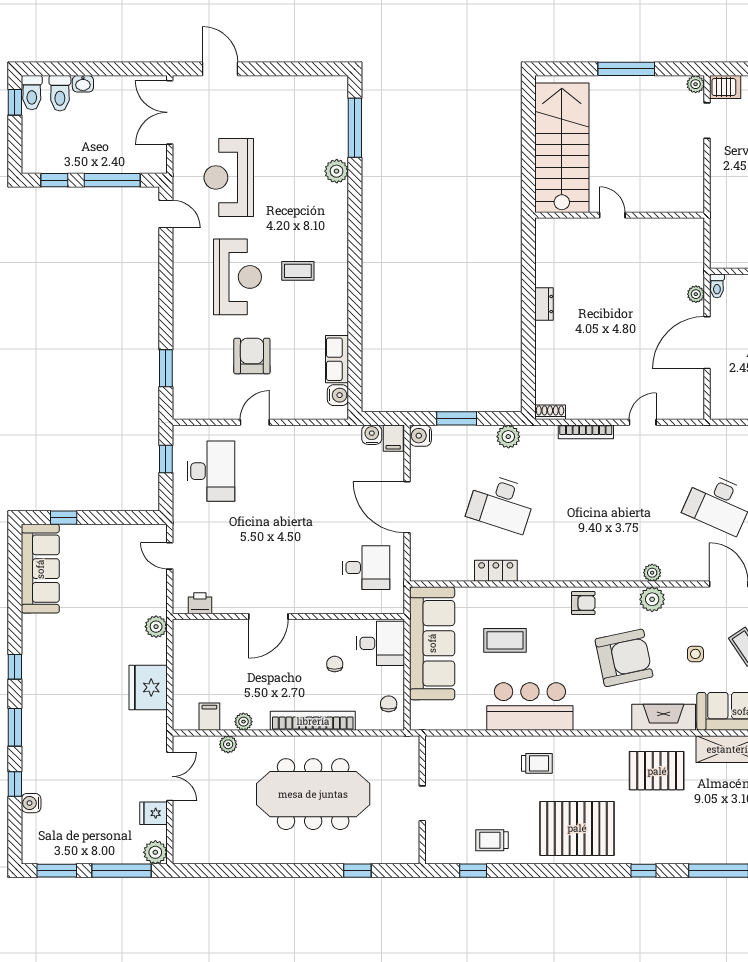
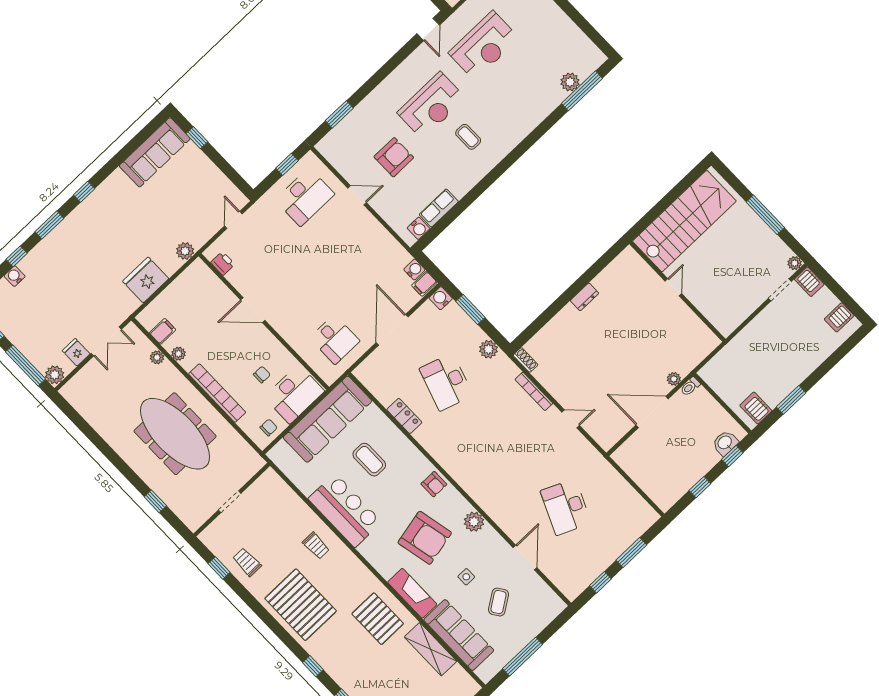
plant: (337, 171) -> (570, 82), moved
reception desk: (229, 177) -> (484, 46), turned 180
plant: (652, 573) -> (489, 507), removed
desk: (380, 643) -> (294, 394), width x1.37

